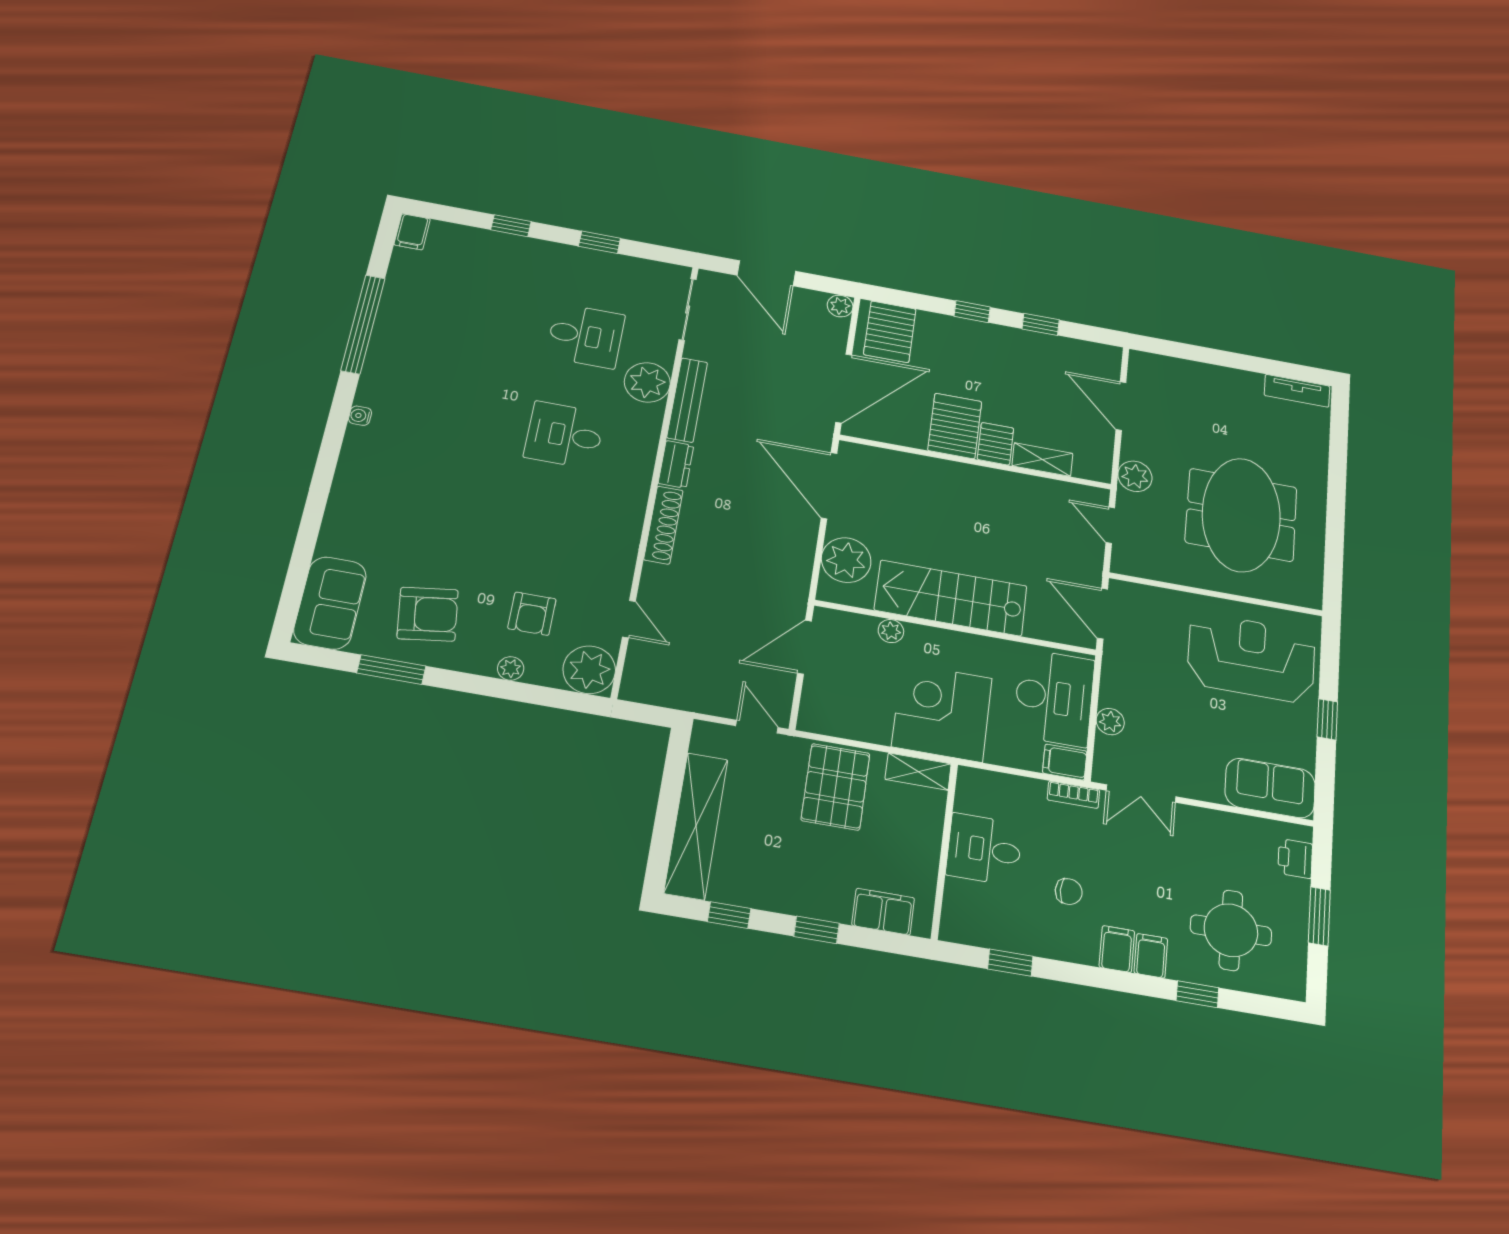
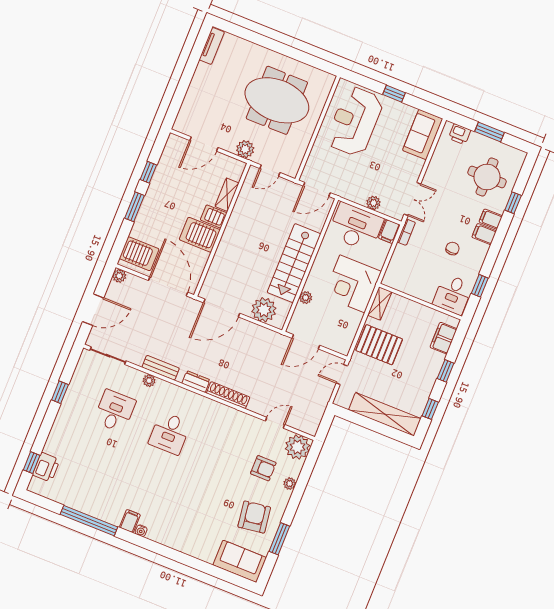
window: (511, 226) -> (32, 463), moved
filing cabinet: (412, 232) -> (130, 521), moved, turned -90
printer: (452, 240) -> (46, 467), added
window: (972, 312) -> (134, 207), width x1.50
plant: (647, 382) -> (149, 381), width x0.53, depth x0.53
bench: (687, 400) -> (161, 368), width x0.73
door: (804, 647) -> (306, 342), hinge flipped
desk: (984, 849) -> (453, 294), moved

